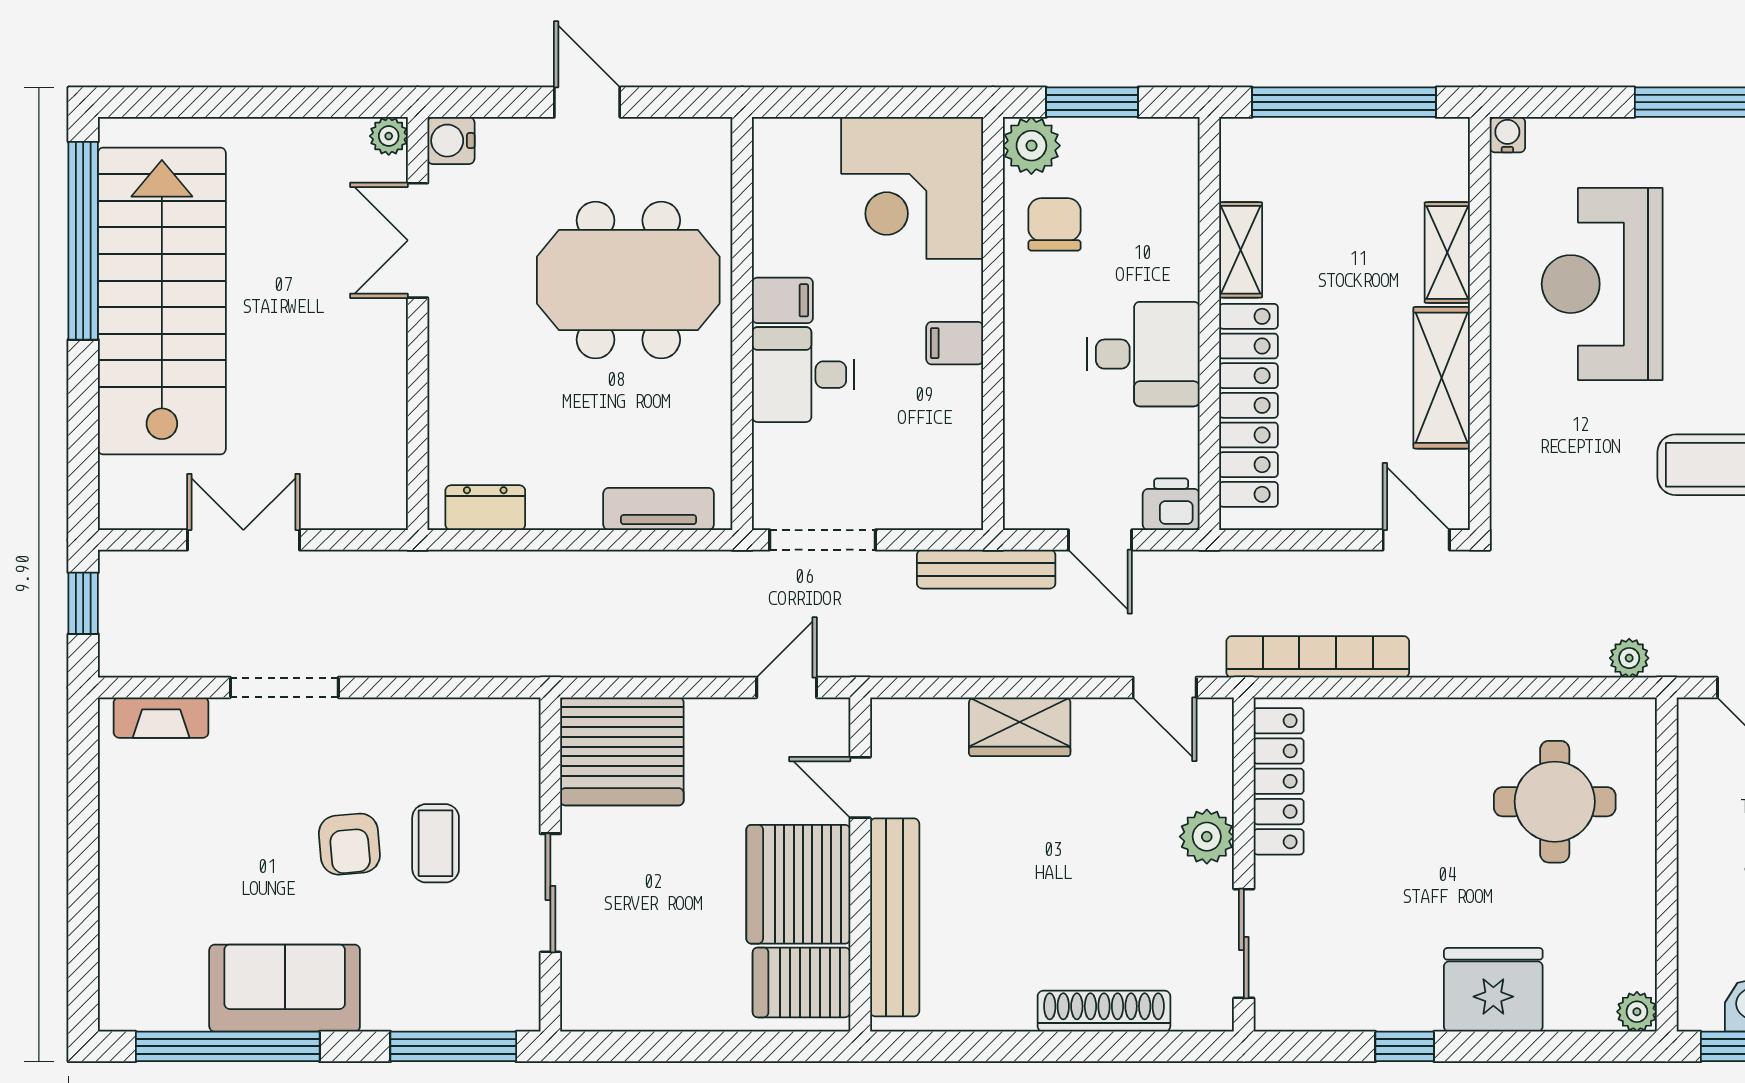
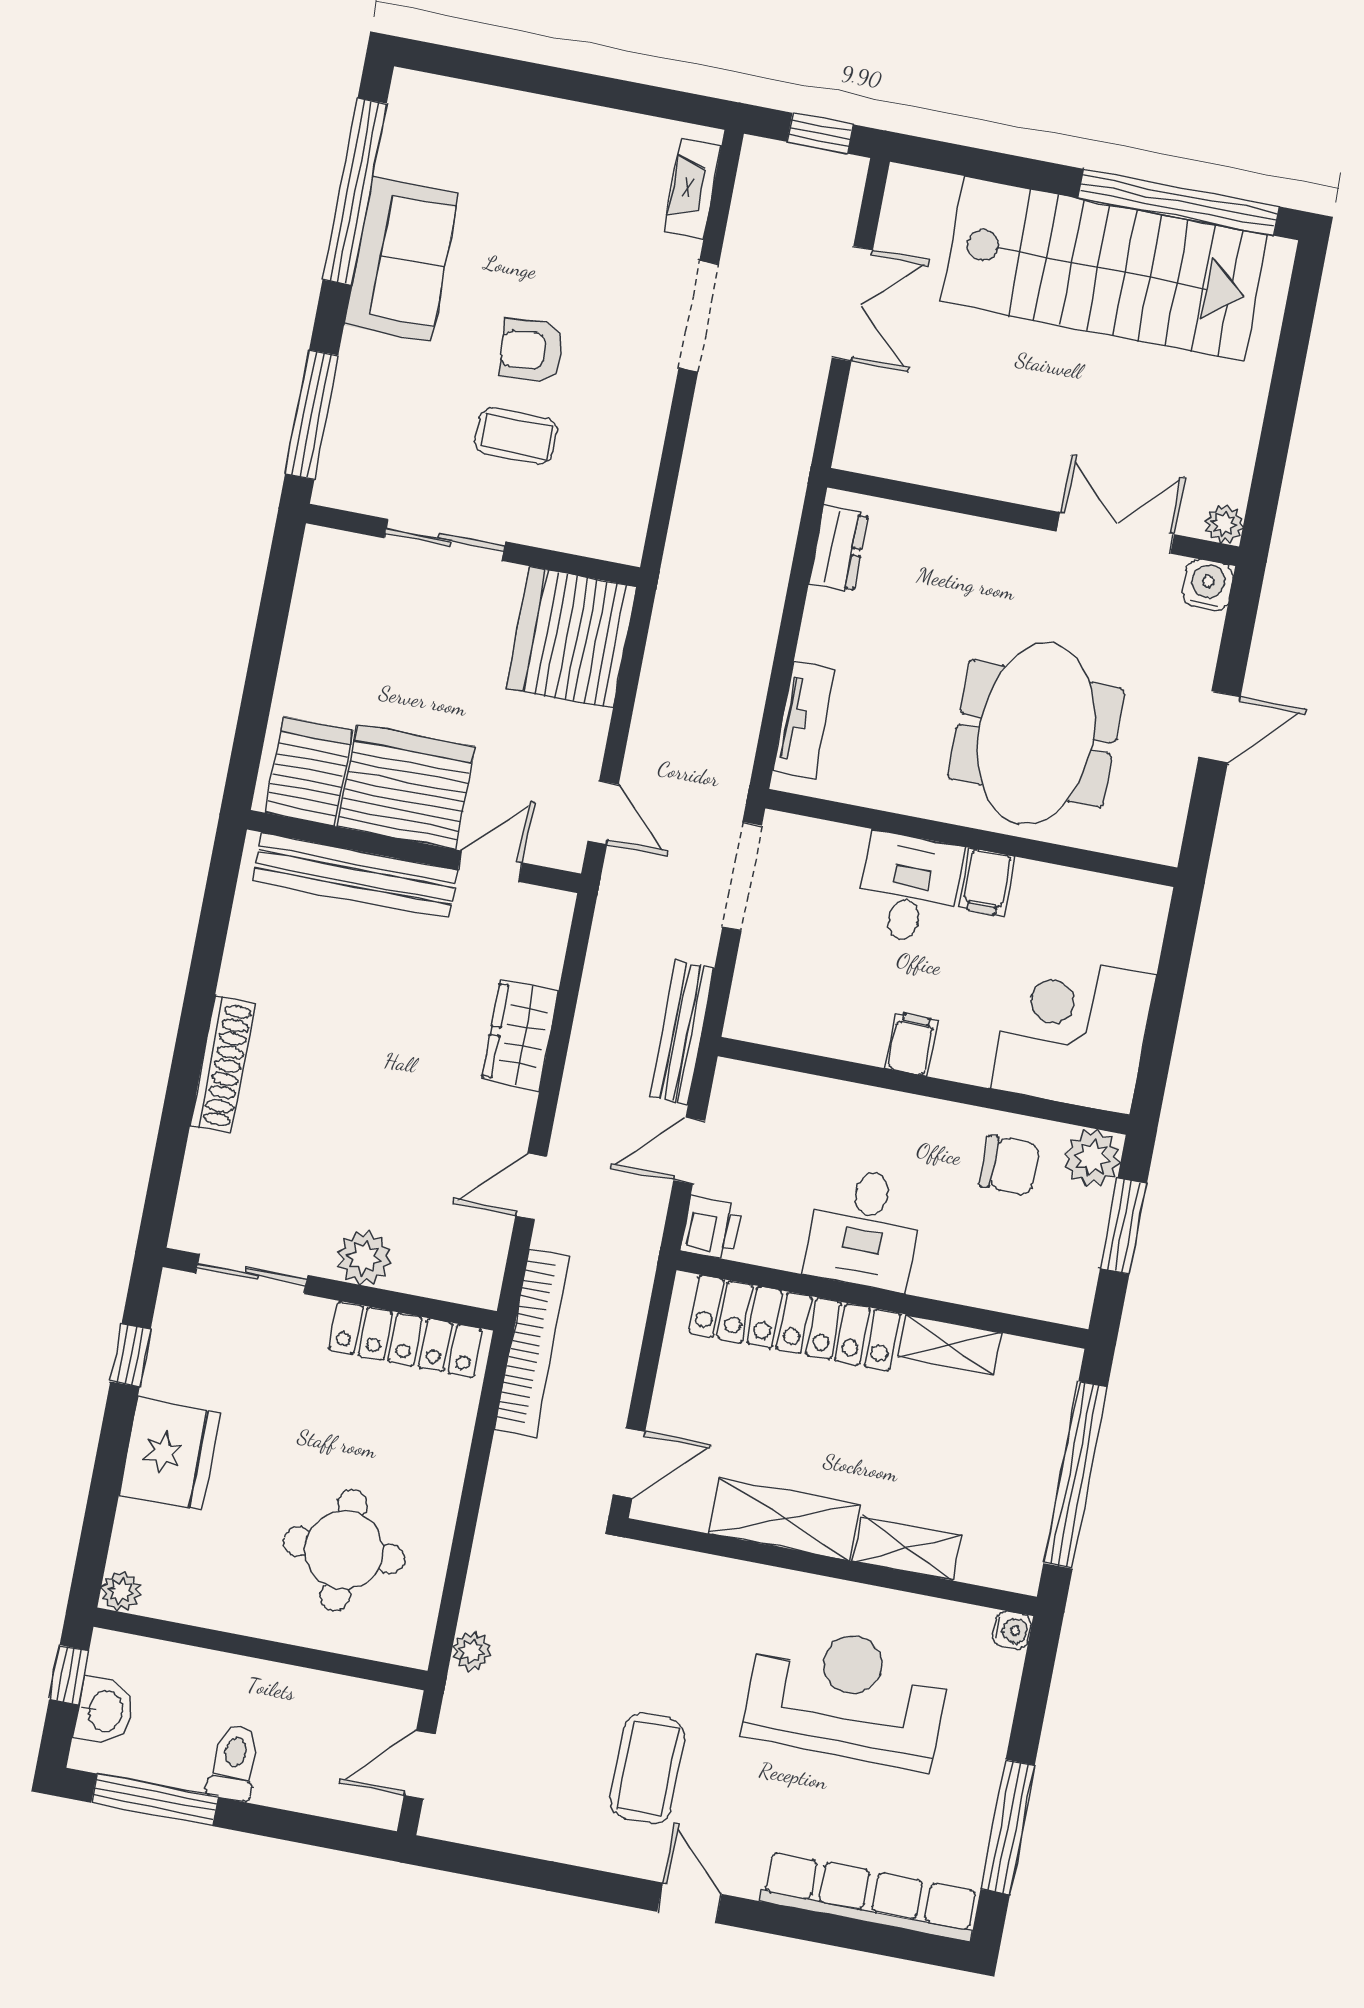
locker: (1279, 781) -> (405, 1339), moved
plant: (1207, 837) -> (364, 1258), moved
wall: (1244, 864) -> (330, 1289), moved
sliding door: (1244, 943) -> (252, 1274), moved

